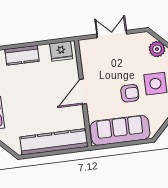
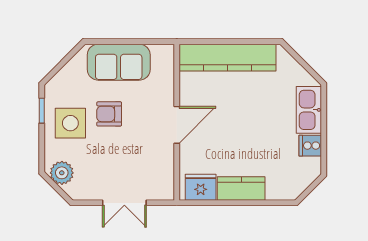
kitchen counter: (22, 55) -> (241, 189), moved
sofa: (120, 130) -> (119, 62), width x0.73

